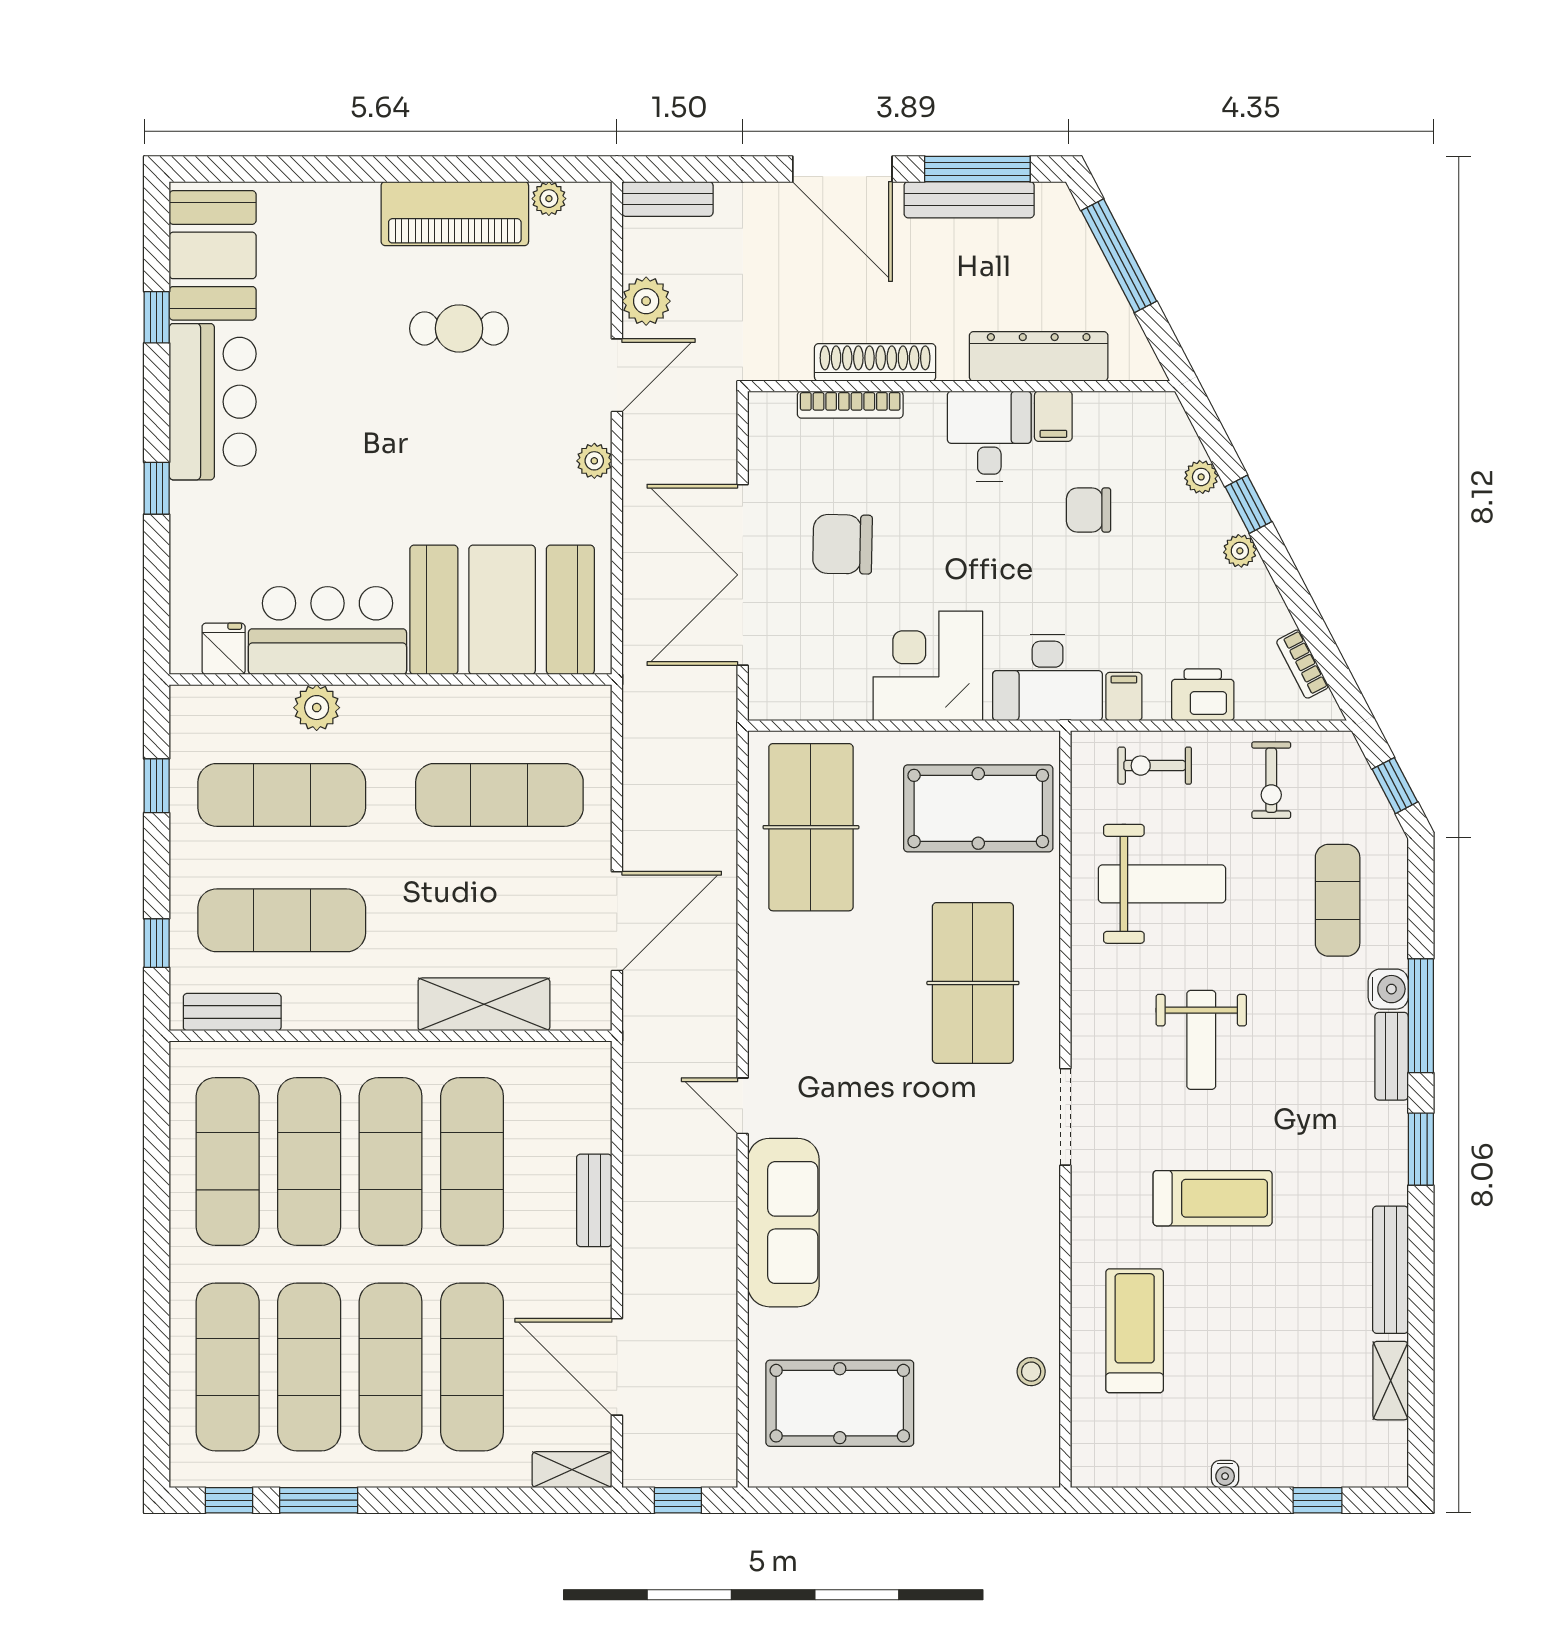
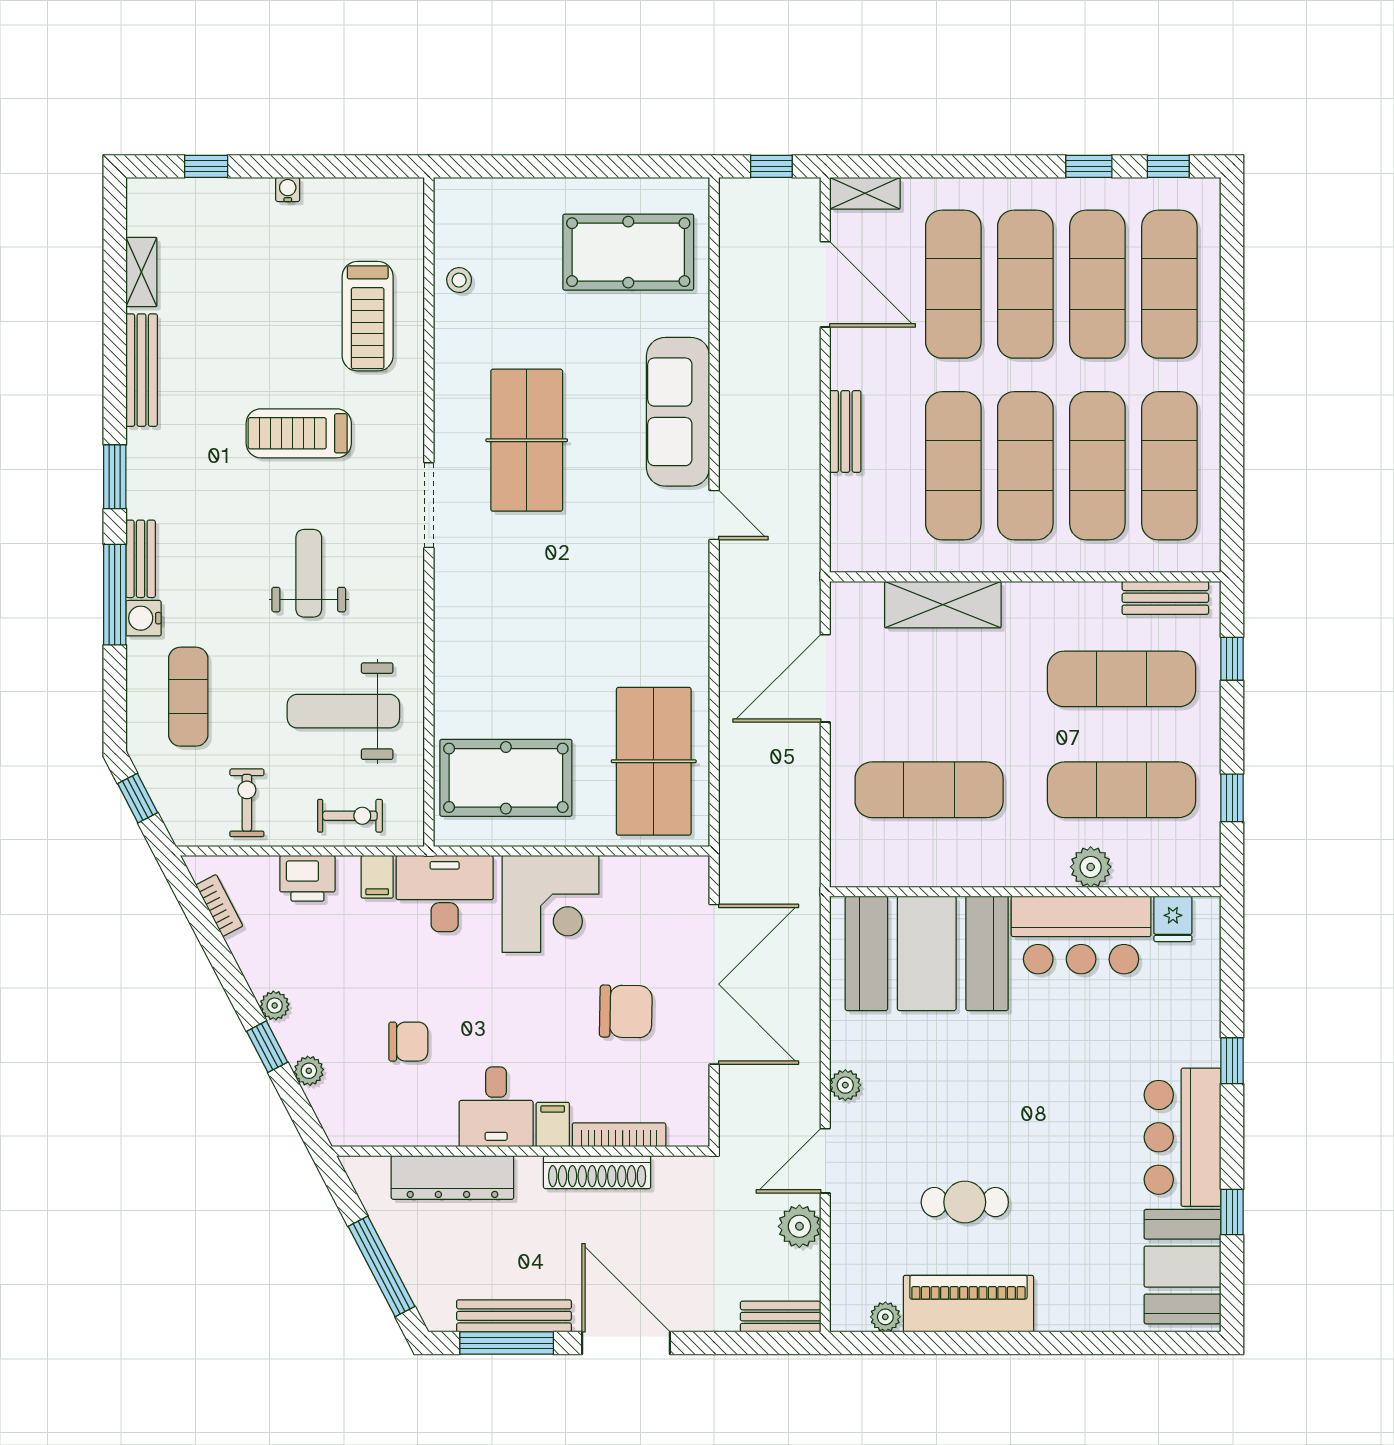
filing cabinet: (1053, 416) -> (553, 1124), moved
table tennis table: (973, 983) -> (527, 440), moved
window: (319, 1500) -> (1089, 166), width x0.67

